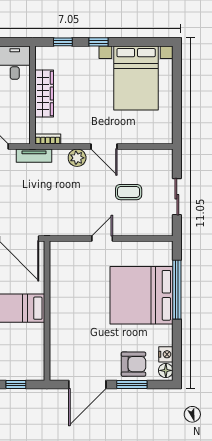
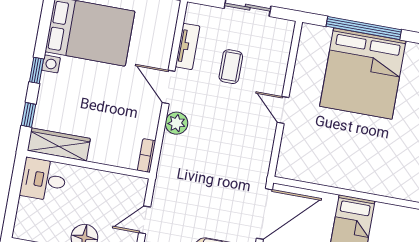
wardrobe: (44, 94) -> (59, 145), moved
door: (104, 147) -> (169, 87), swing flipped
tv unit: (34, 156) -> (188, 46), moved

